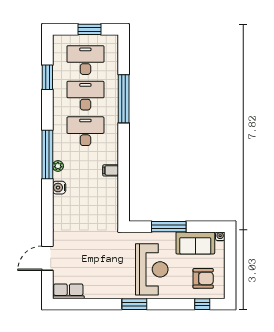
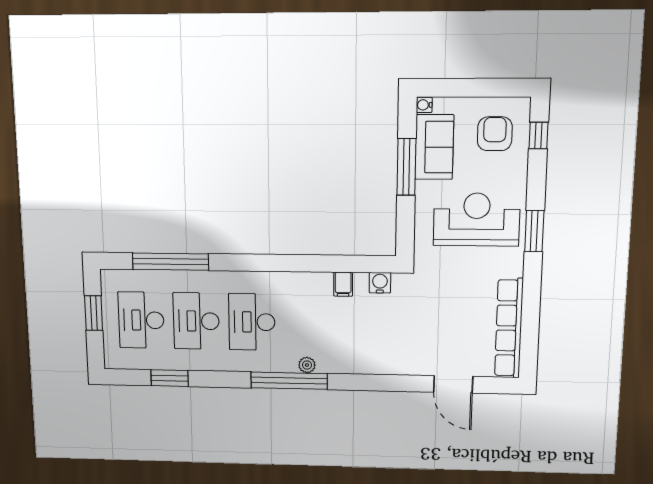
window: (124, 99) -> (170, 262), moved
filing cabinet: (111, 170) -> (343, 284), moved
water cooler: (59, 188) -> (380, 283), moved, turned 180
window: (169, 227) -> (406, 167), moved
row of seats: (68, 291) -> (509, 328), width x2.02
window: (134, 304) -> (534, 231), moved

